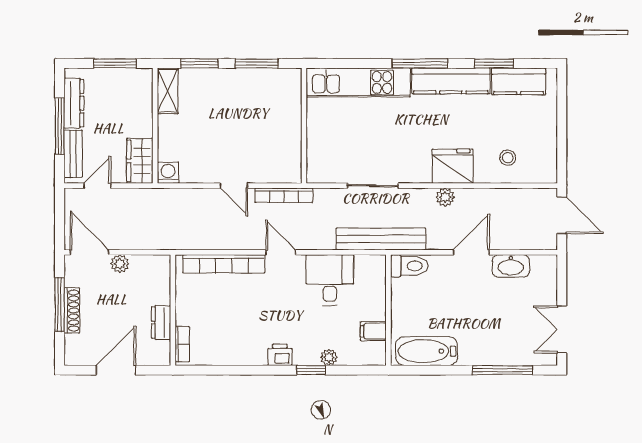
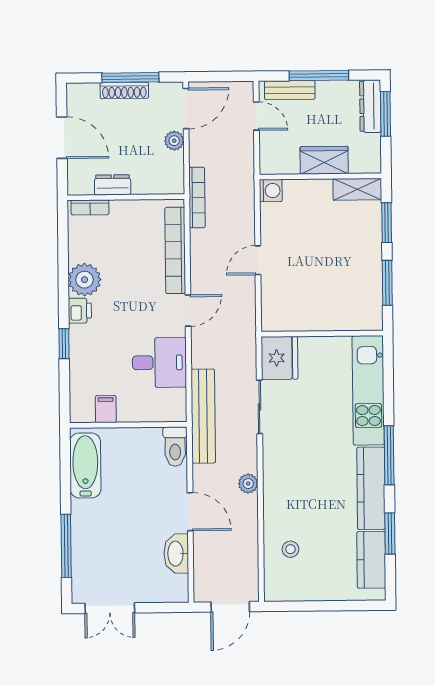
window: (115, 63) -> (385, 114), moved
dresser: (74, 103) -> (370, 106), moved, turned 90
wardrobe: (140, 161) -> (324, 160), moved
fridge: (453, 166) -> (279, 358), moved
bookcase: (284, 195) -> (197, 198), moved, turned 180
double door: (562, 329) -> (110, 608), swing flipped
plant: (329, 357) -> (85, 280), moved, width x1.87, depth x1.87

